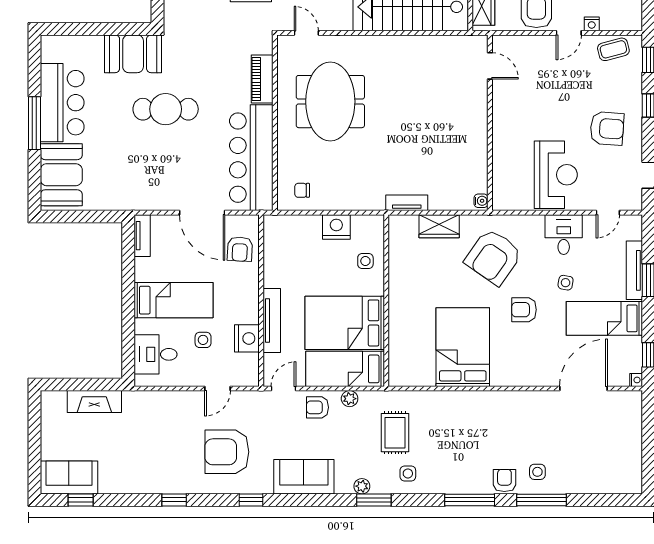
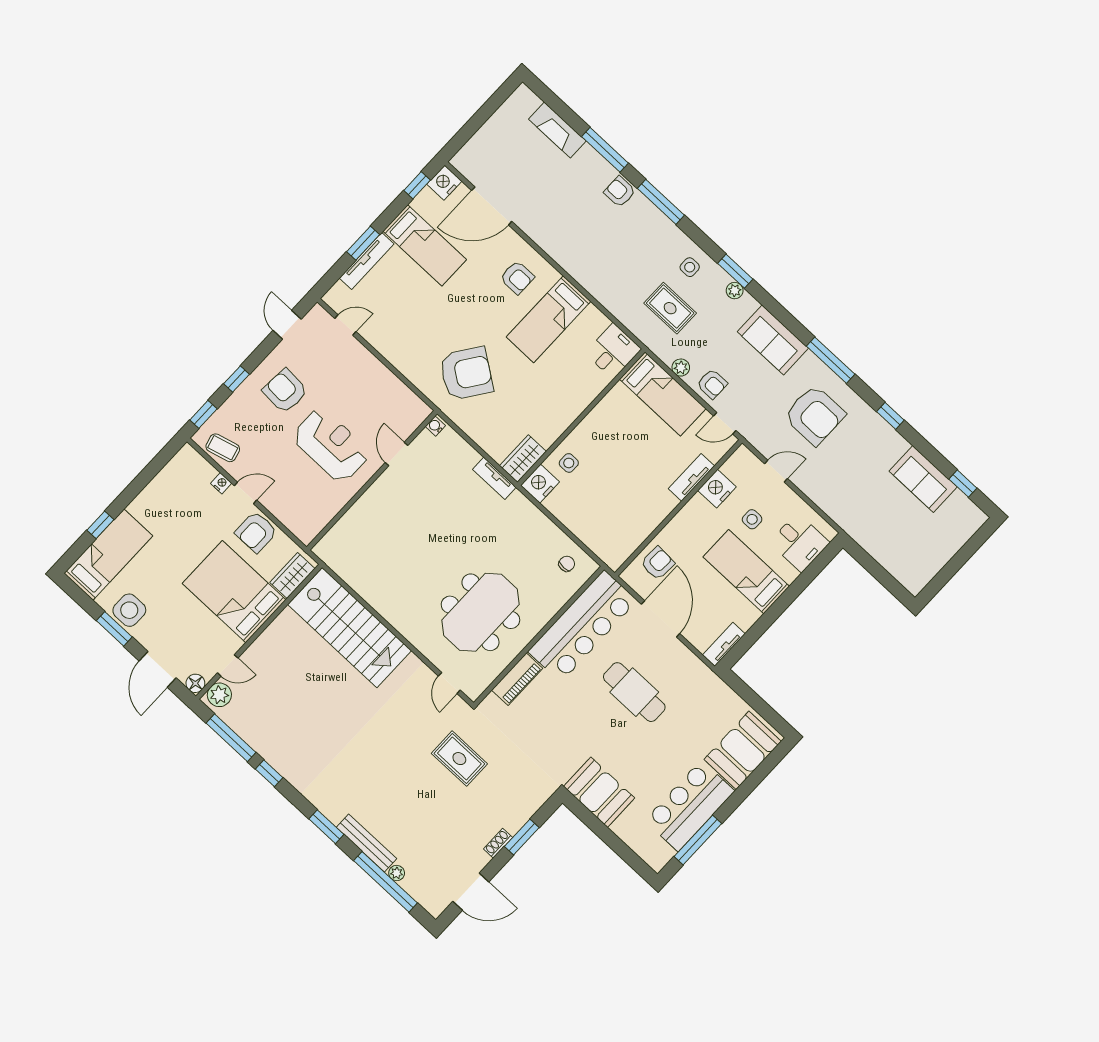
door: (490, 66) -> (396, 454), moved
cafe table: (166, 109) -> (634, 692), moved
window: (34, 123) -> (698, 840), moved
reception desk: (556, 175) -> (331, 445), moved, turned 90
chair: (302, 190) -> (567, 564), turned -90
wardrobe: (439, 226) -> (523, 459), moved, turned -90
nightstand: (336, 227) -> (540, 484), moved, turned 90
desk: (564, 235) -> (613, 351), moved, turned 180
side table: (566, 283) -> (429, 301), removed
armchair: (524, 310) -> (517, 277), moved
tv unit: (272, 321) -> (691, 477), width x0.71
bed: (345, 323) -> (630, 430), removed
bed: (463, 347) -> (549, 319), width x0.67
nightstand: (636, 380) -> (444, 183), width x1.89, depth x1.79
fireplace: (94, 402) -> (557, 130), moved, turned 180
rug: (395, 433) -> (670, 308), turned 90
side table: (537, 472) -> (588, 175), removed
sofa: (69, 477) -> (923, 479), moved
armchair: (504, 480) -> (620, 192), turned 90
window: (251, 500) -> (831, 360), width x2.17

